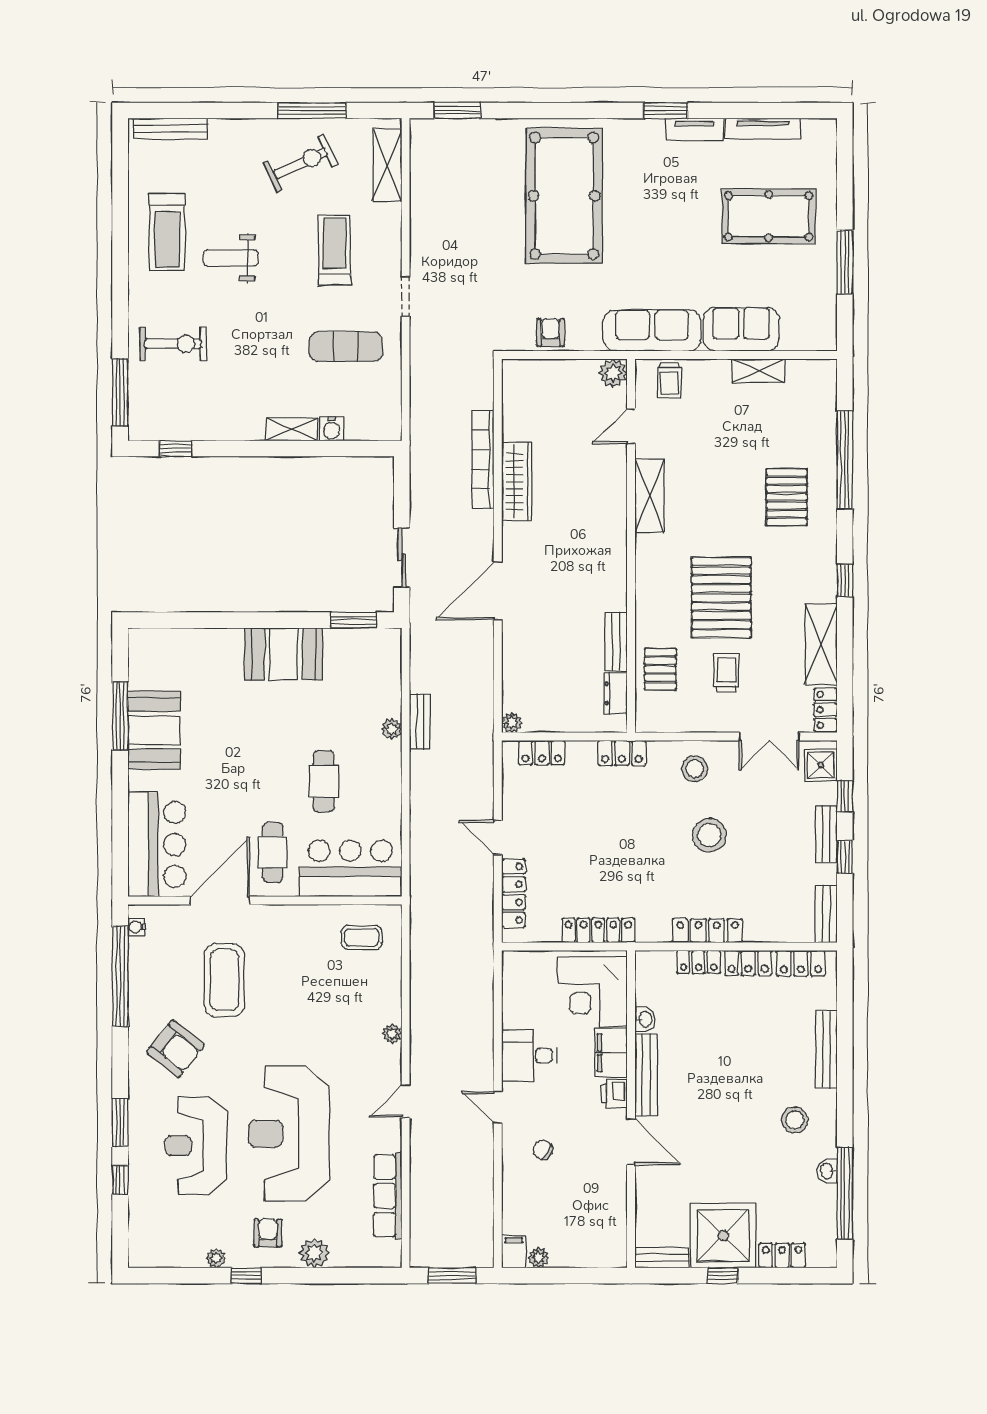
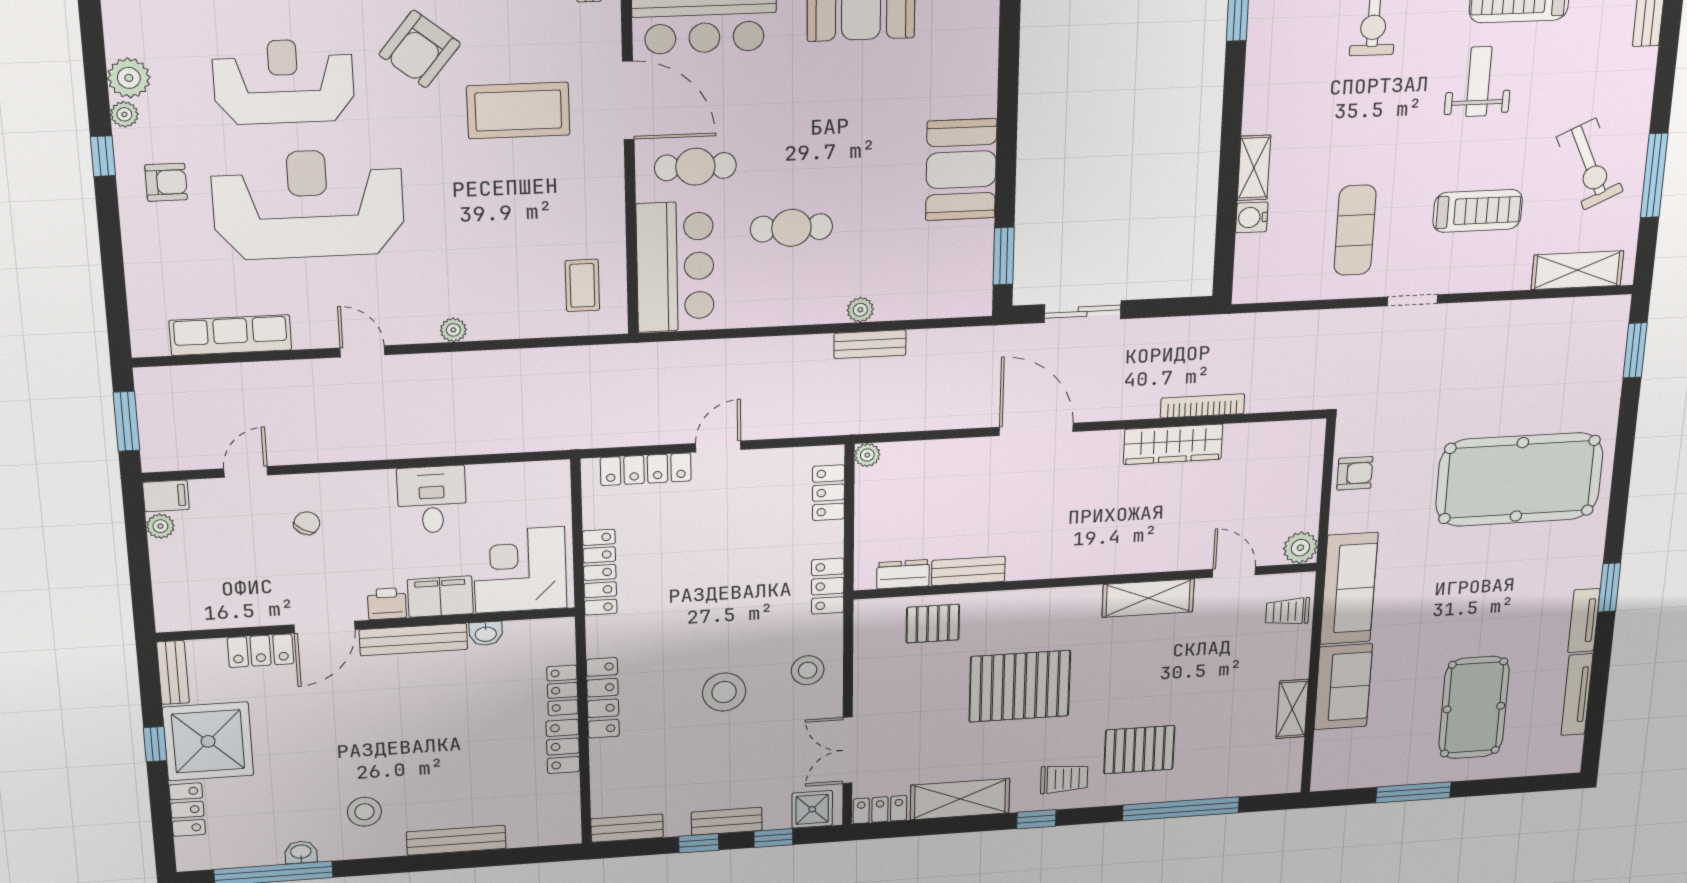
bookcase: (483, 460) -> (1202, 406), width x0.68, depth x0.76
trolley: (726, 672) -> (1064, 779), moved
locker: (801, 963) -> (261, 651), moved, turned -90
door: (498, 1107) -> (246, 472), moved
plant: (314, 1253) -> (129, 78), moved

